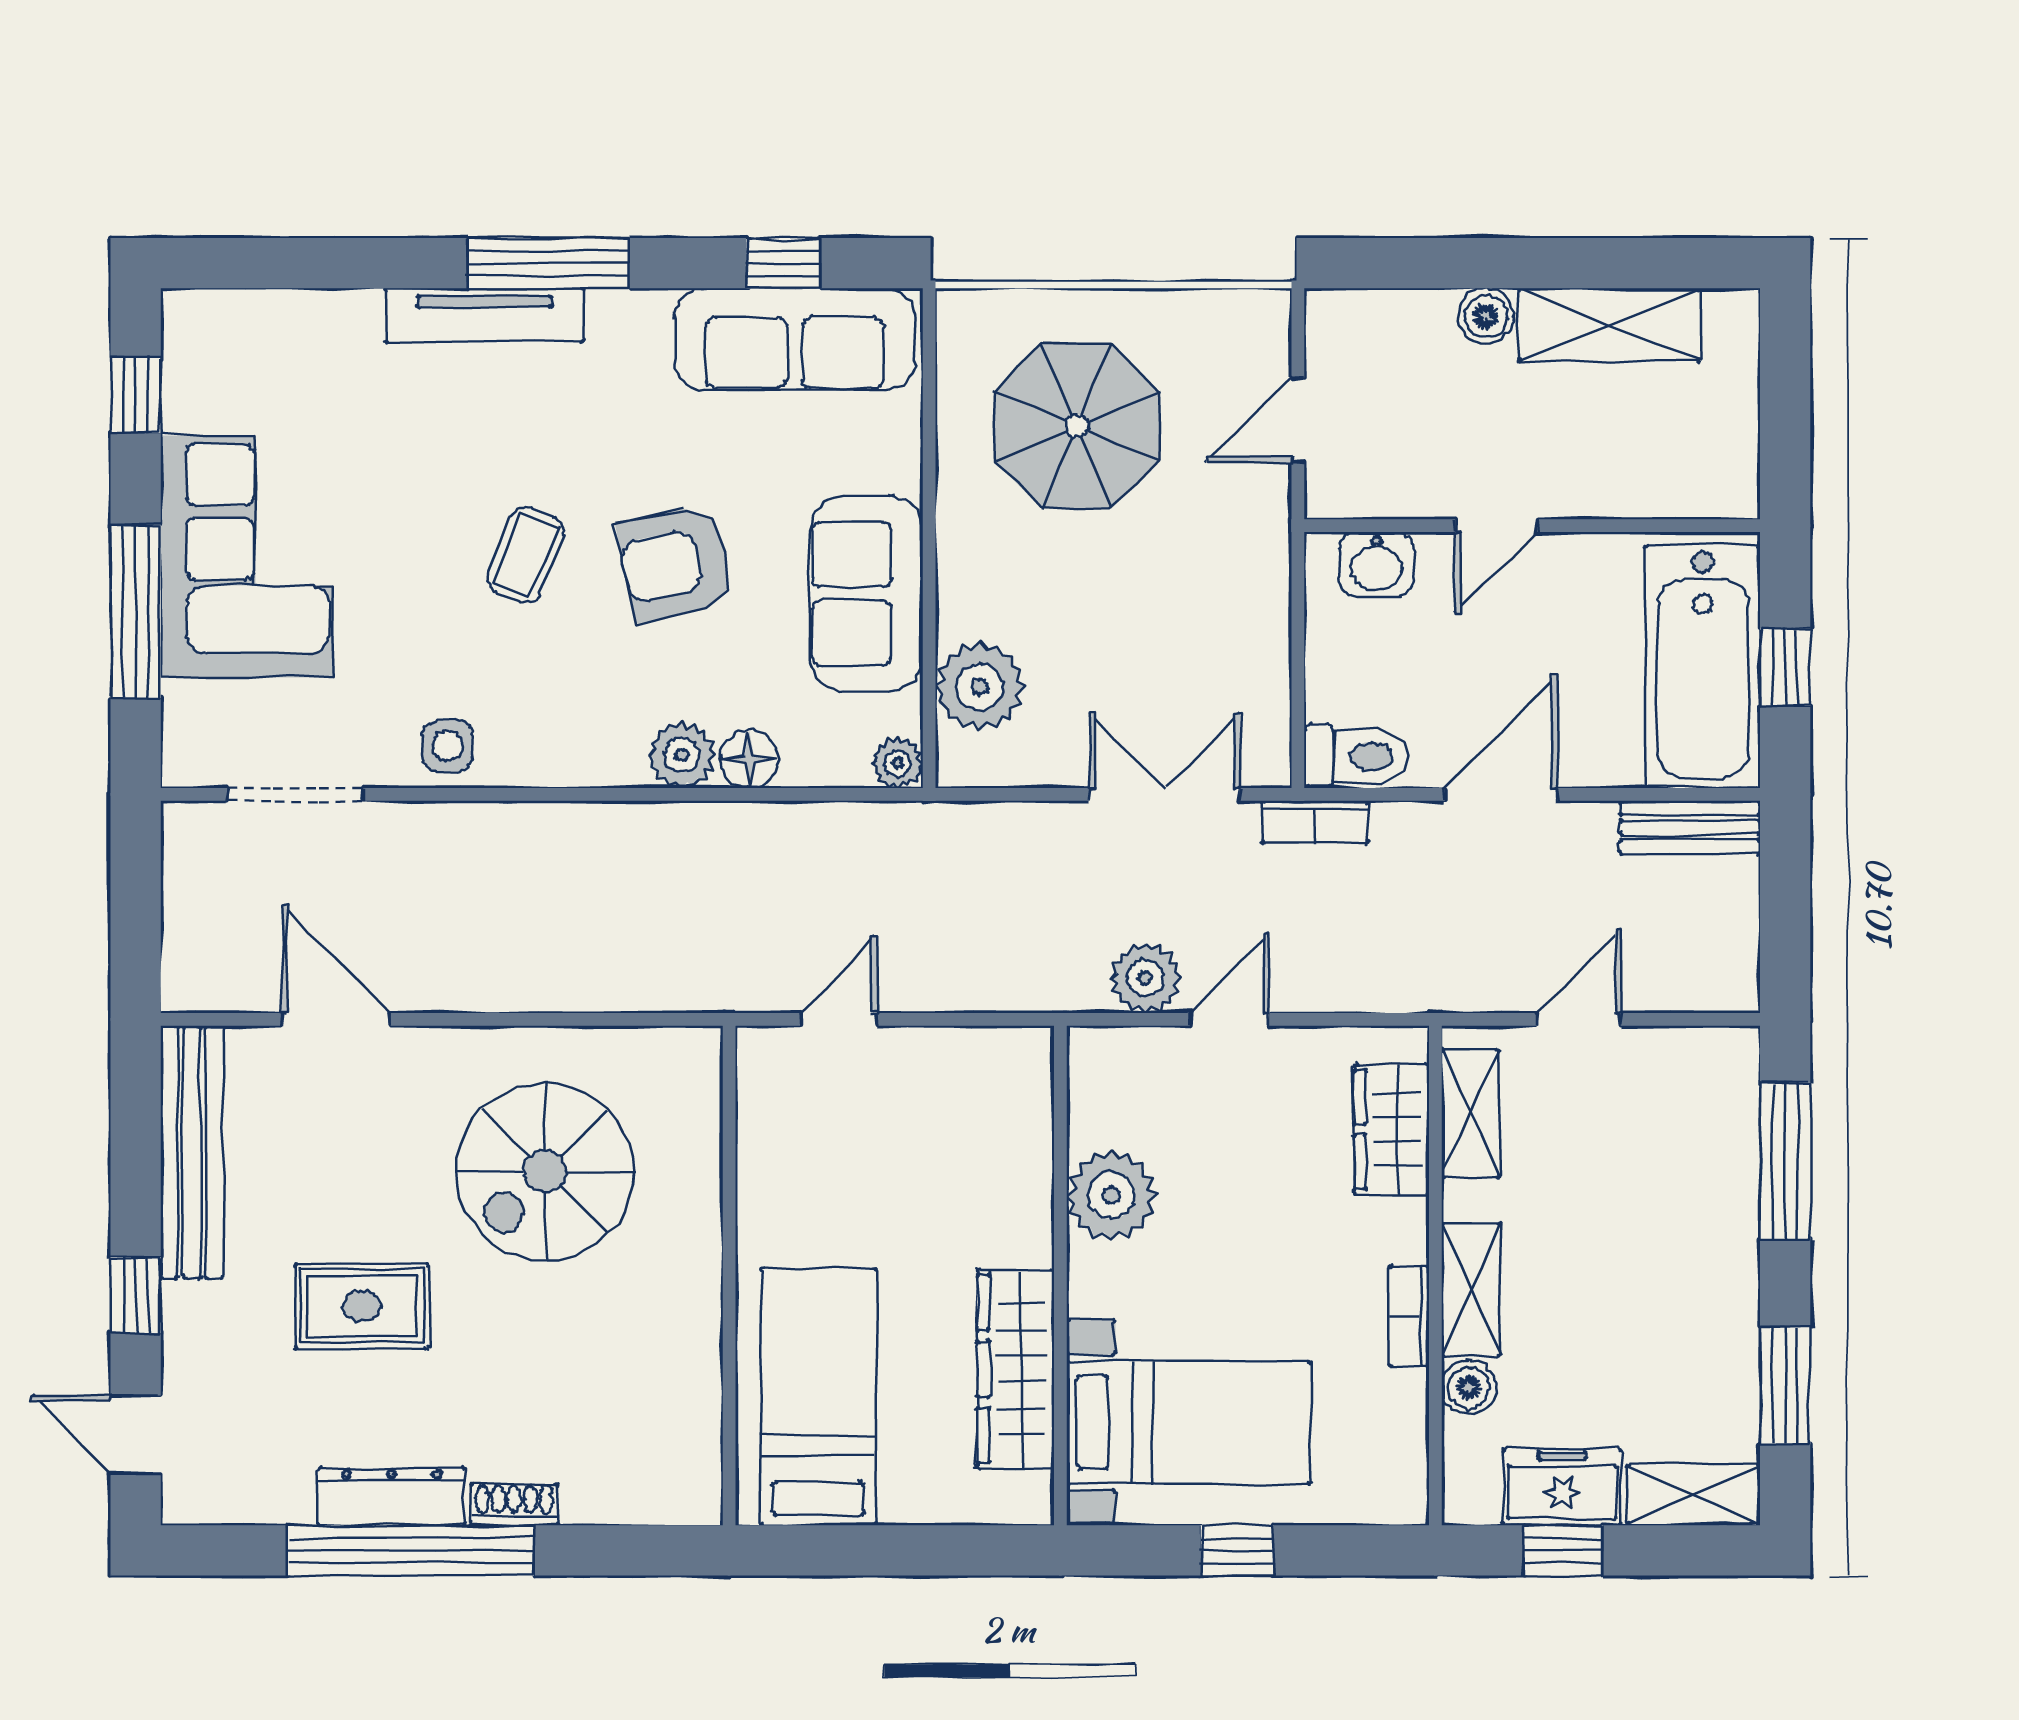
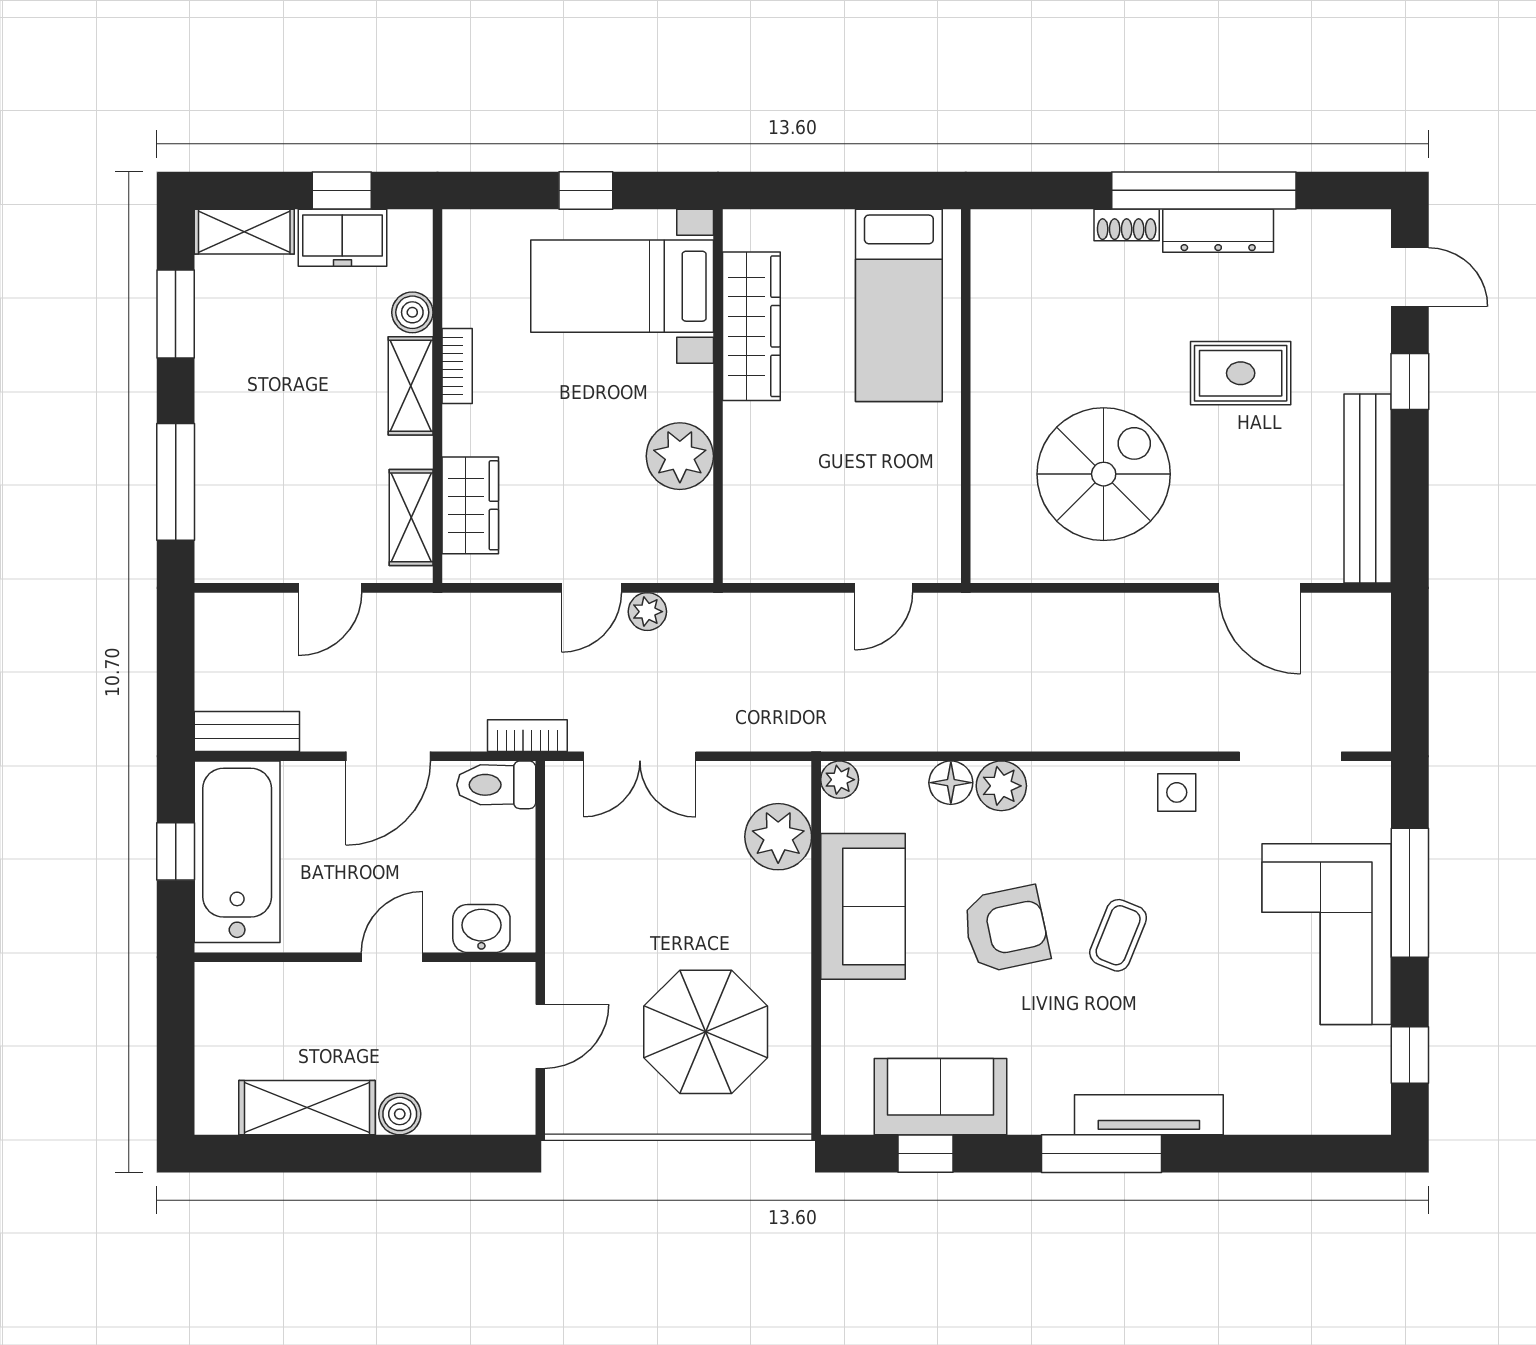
sofa: (795, 339) -> (941, 1097), width x0.73
plant: (1145, 978) -> (647, 612), width x0.73, depth x0.73

